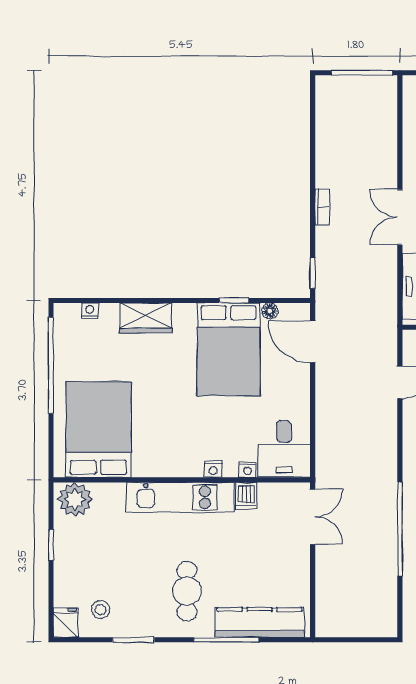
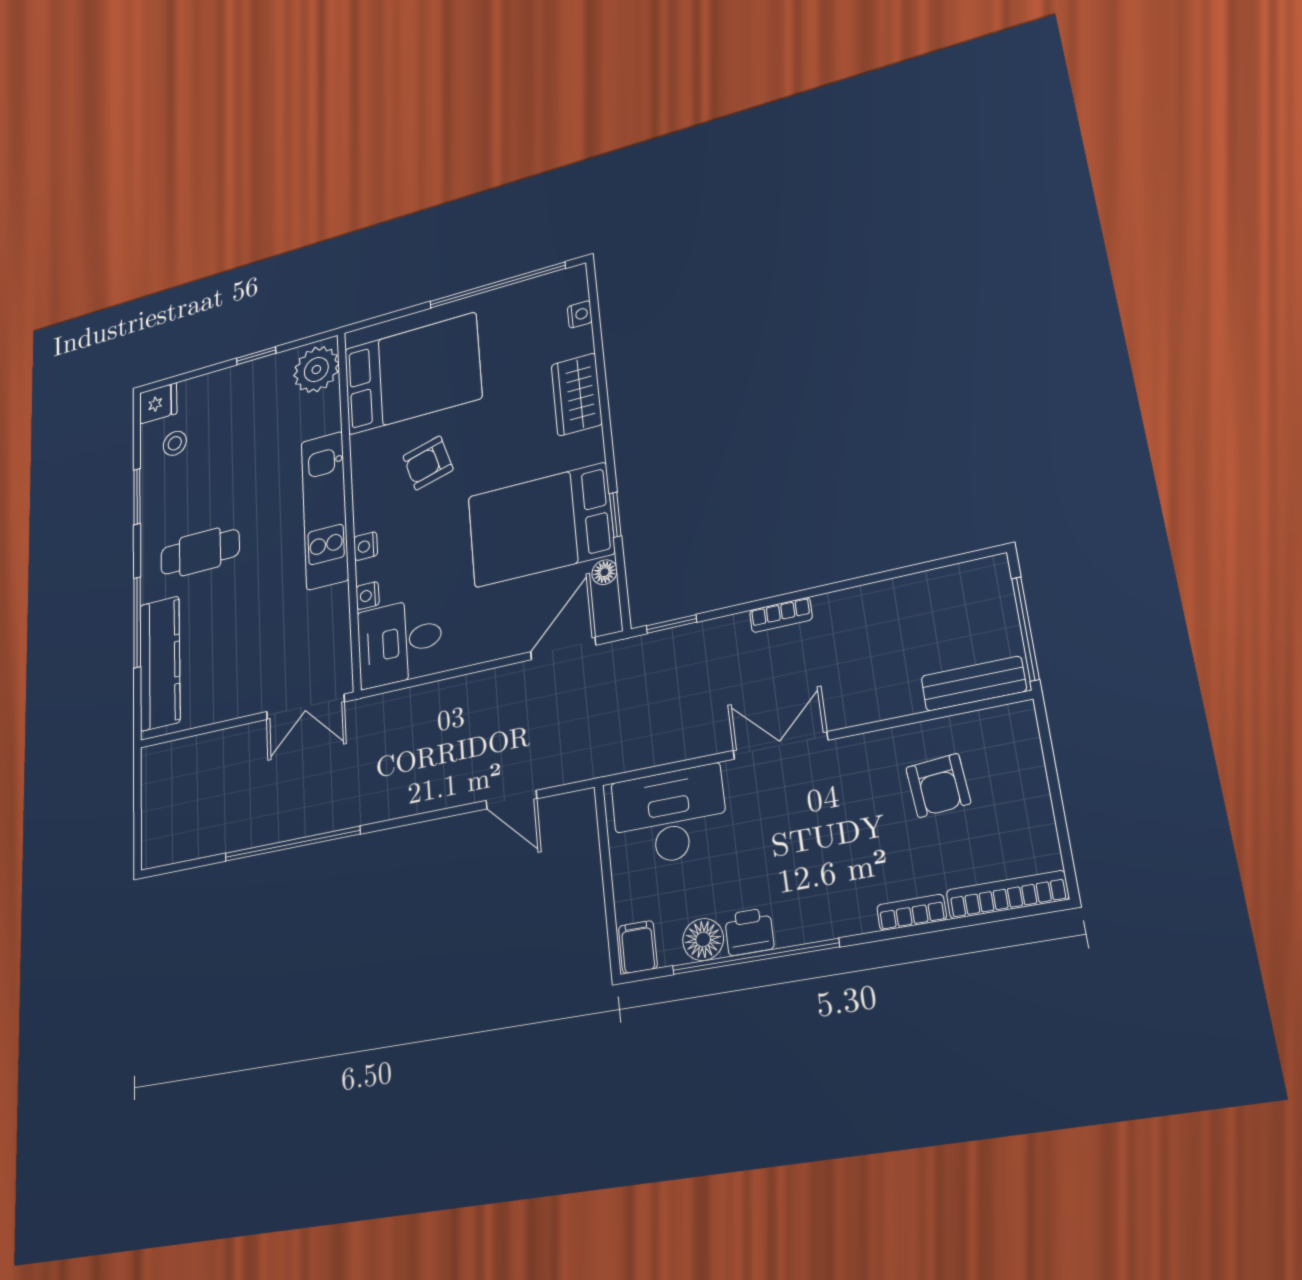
bench: (387, 105) -> (974, 684), added
armchair: (166, 422) -> (428, 463), added
dishwasher: (246, 496) -> (331, 603), removed

